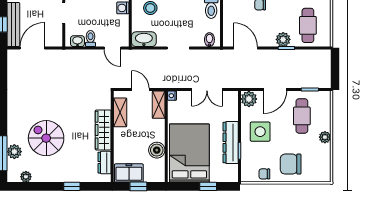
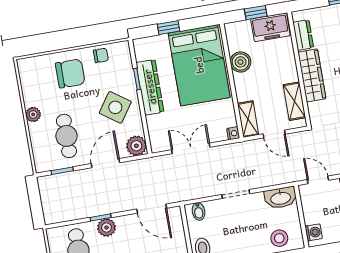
side table: (260, 132) -> (115, 107), turned 35

